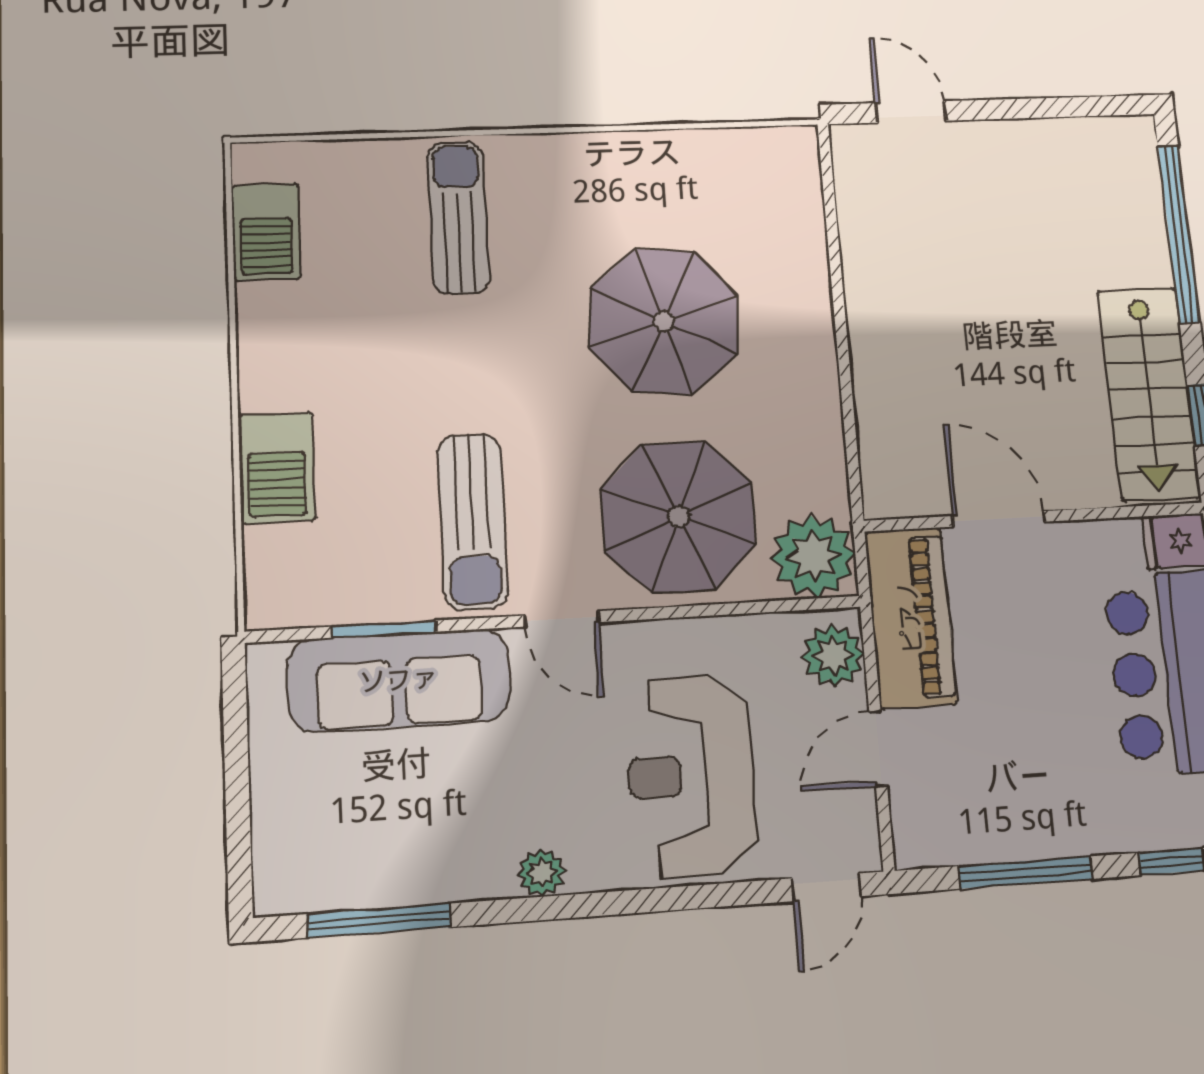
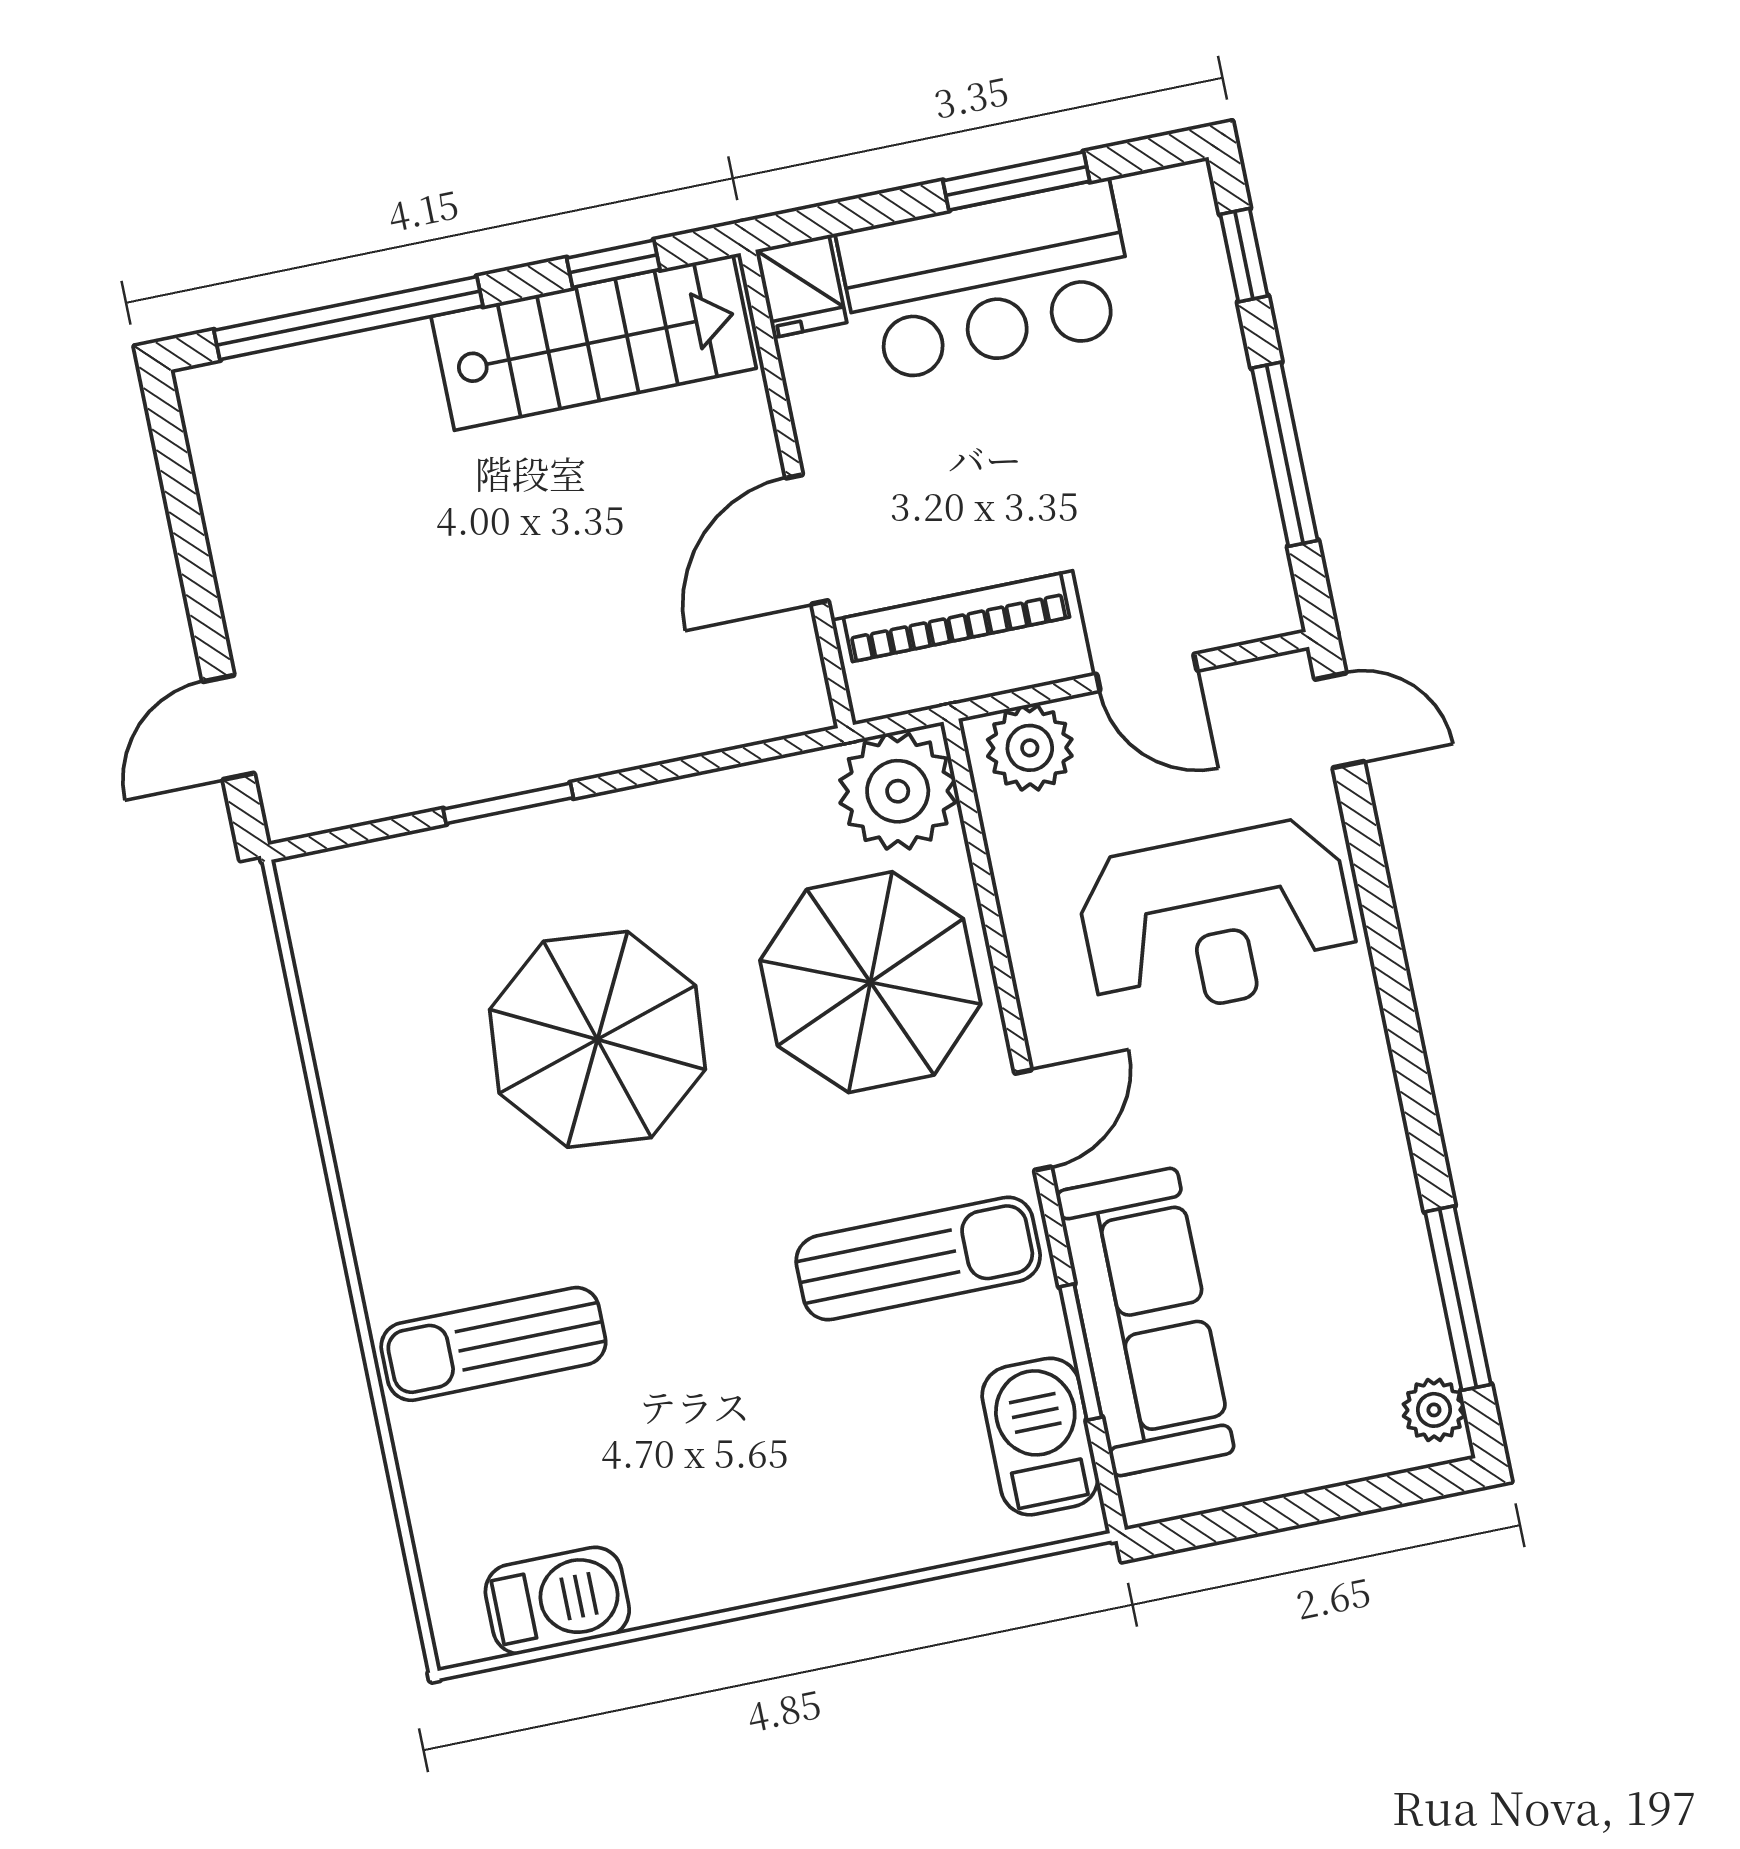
window: (837, 287) -> (508, 803), added
barbecue: (277, 468) -> (1040, 1437), moved, turned -90
plant: (542, 873) -> (1434, 1410), moved

